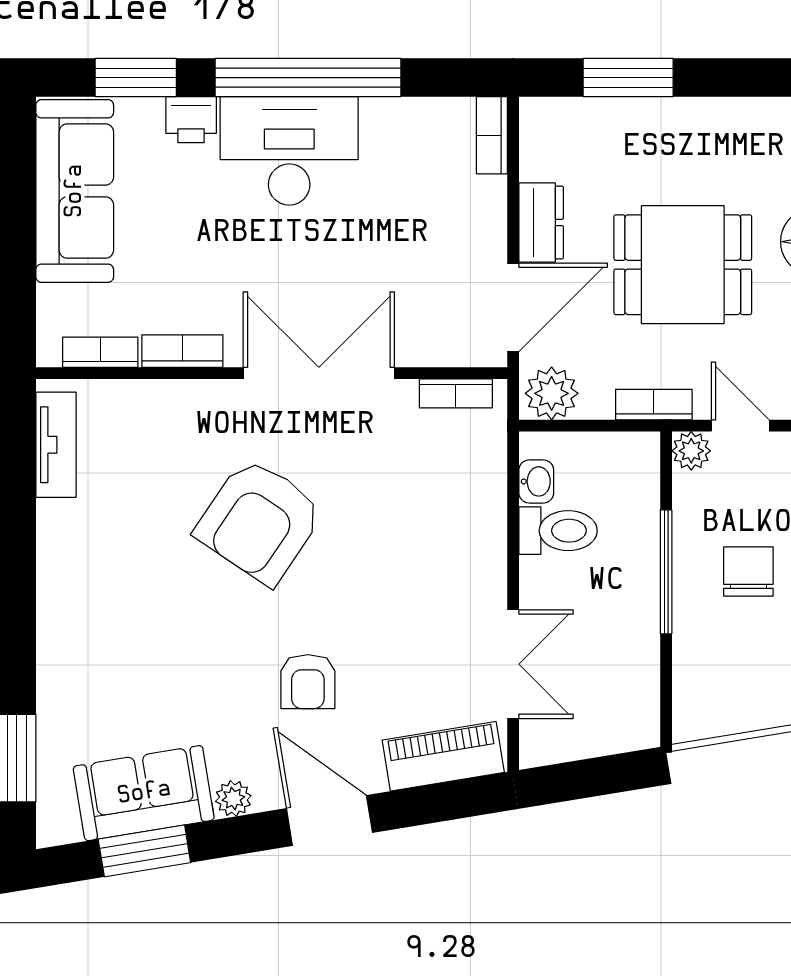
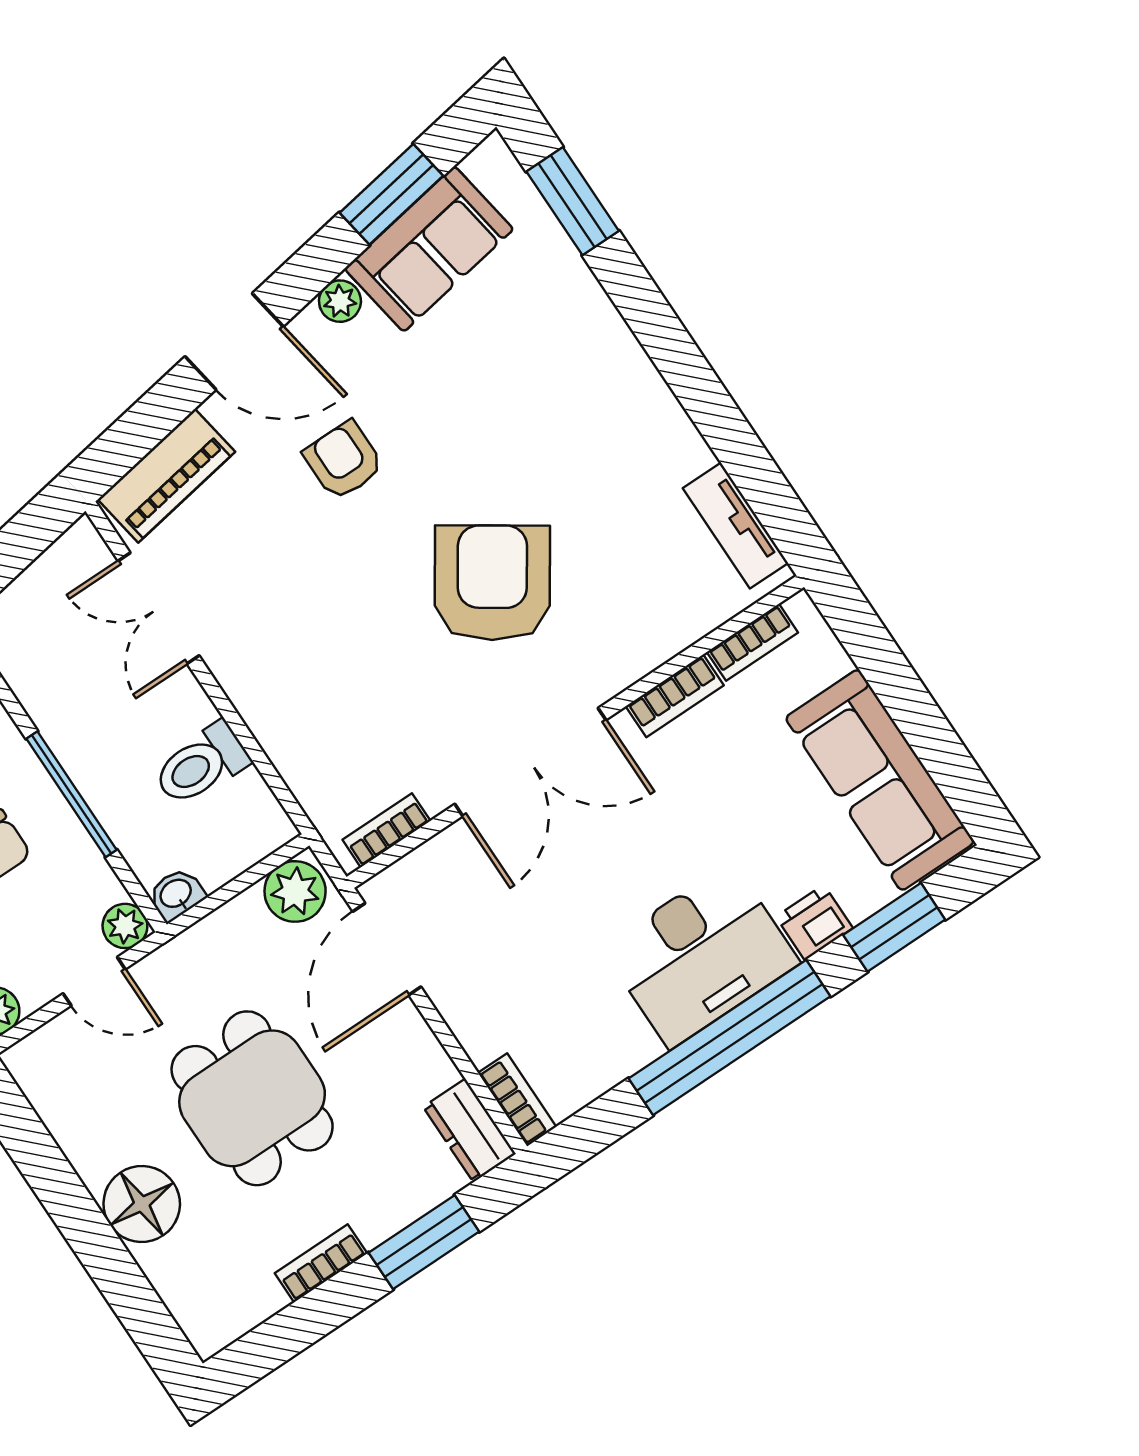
dresser: (541, 223) -> (469, 1130), moved
dining table: (683, 265) -> (252, 1098), turned 90
bookcase: (654, 405) -> (321, 1263), moved, turned 180
washbasin: (536, 481) -> (176, 894), moved, turned 90

